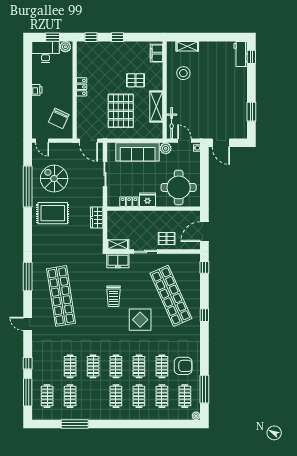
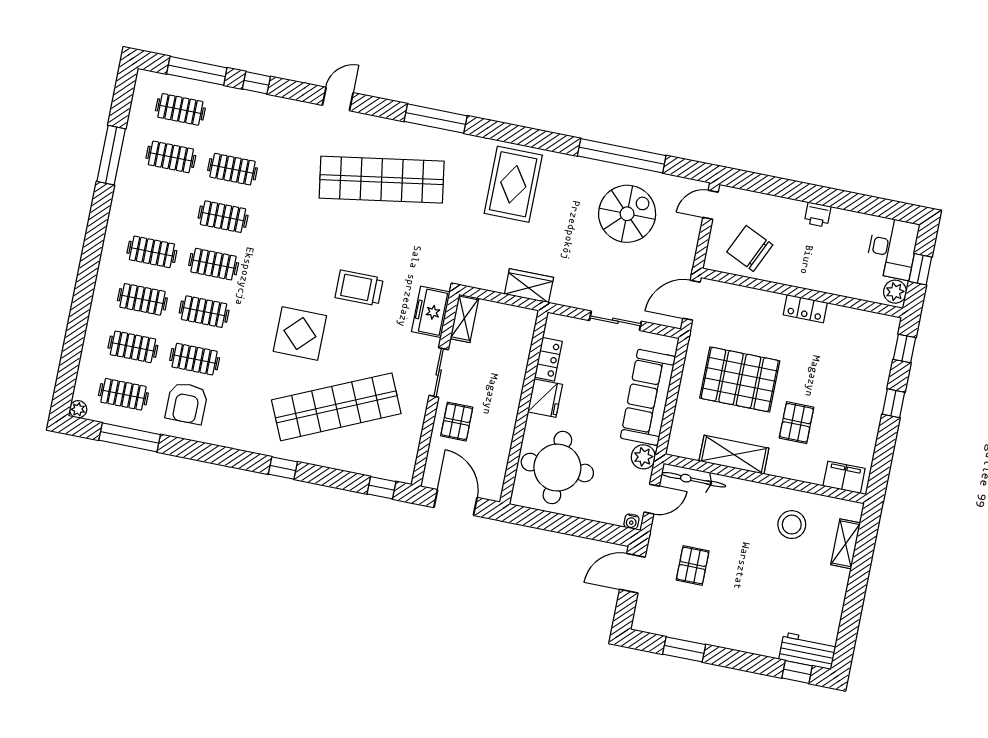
pallet: (212, 115) -> (693, 566), added
rug: (53, 213) -> (513, 184), moved

